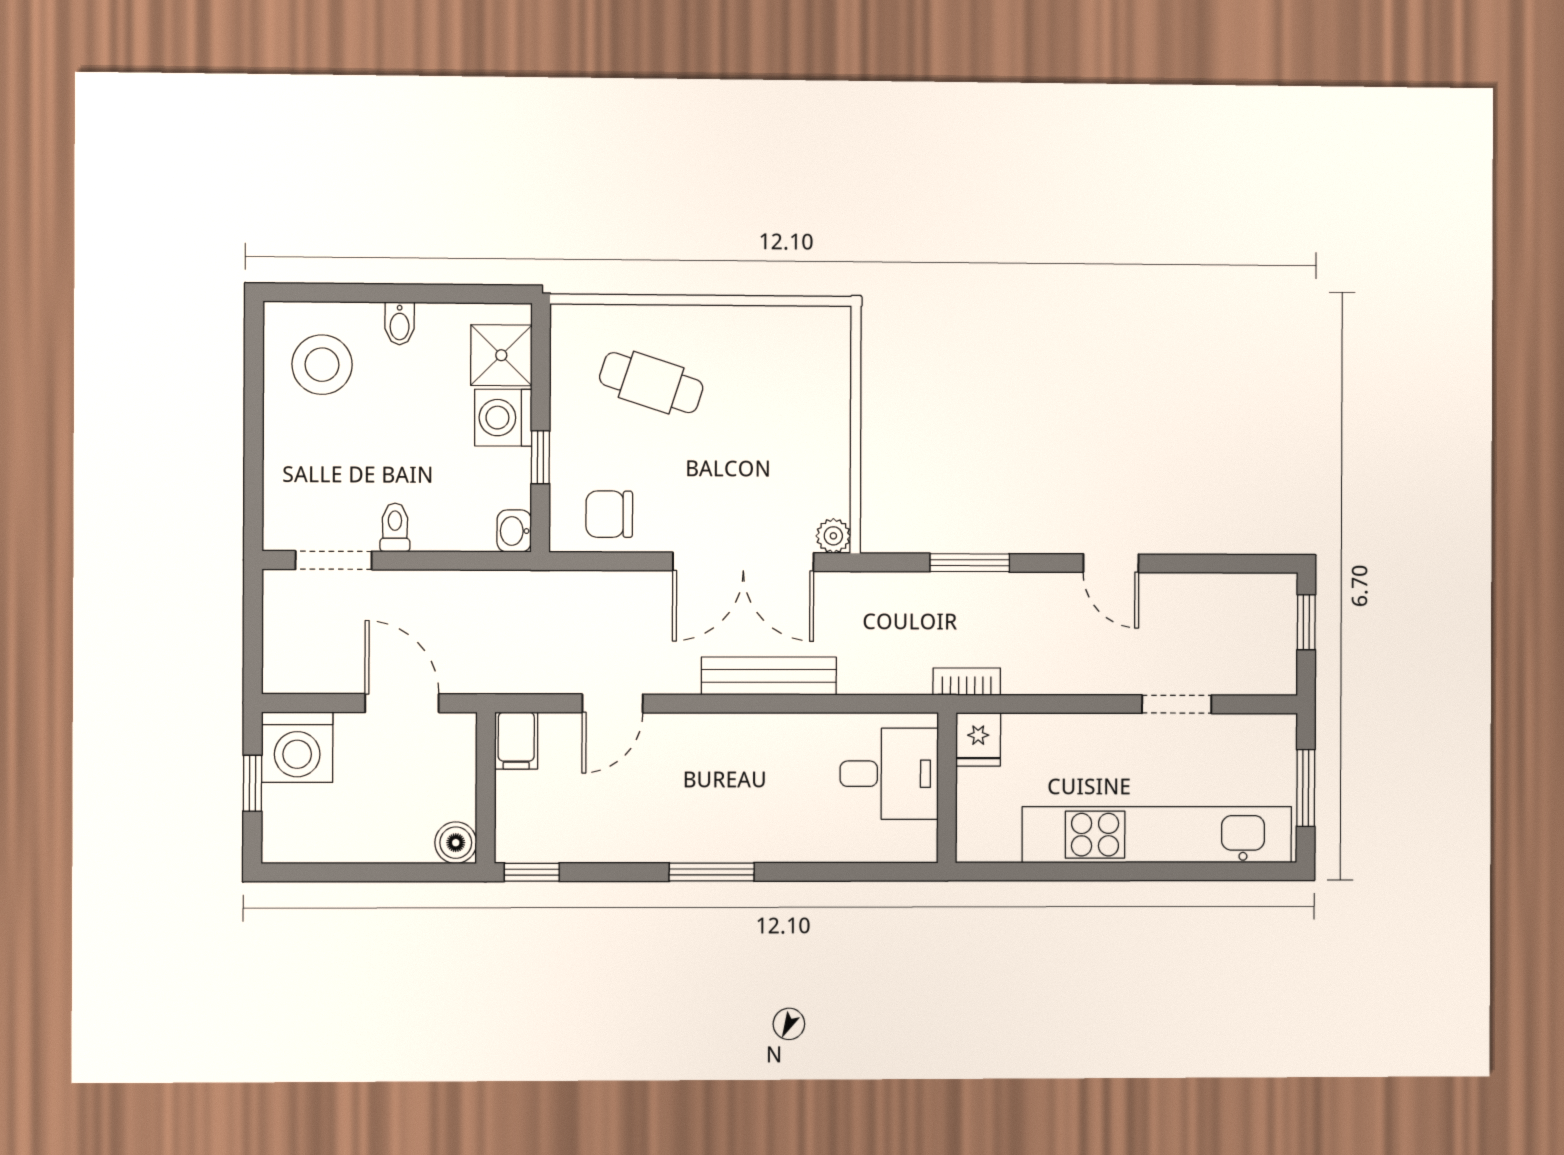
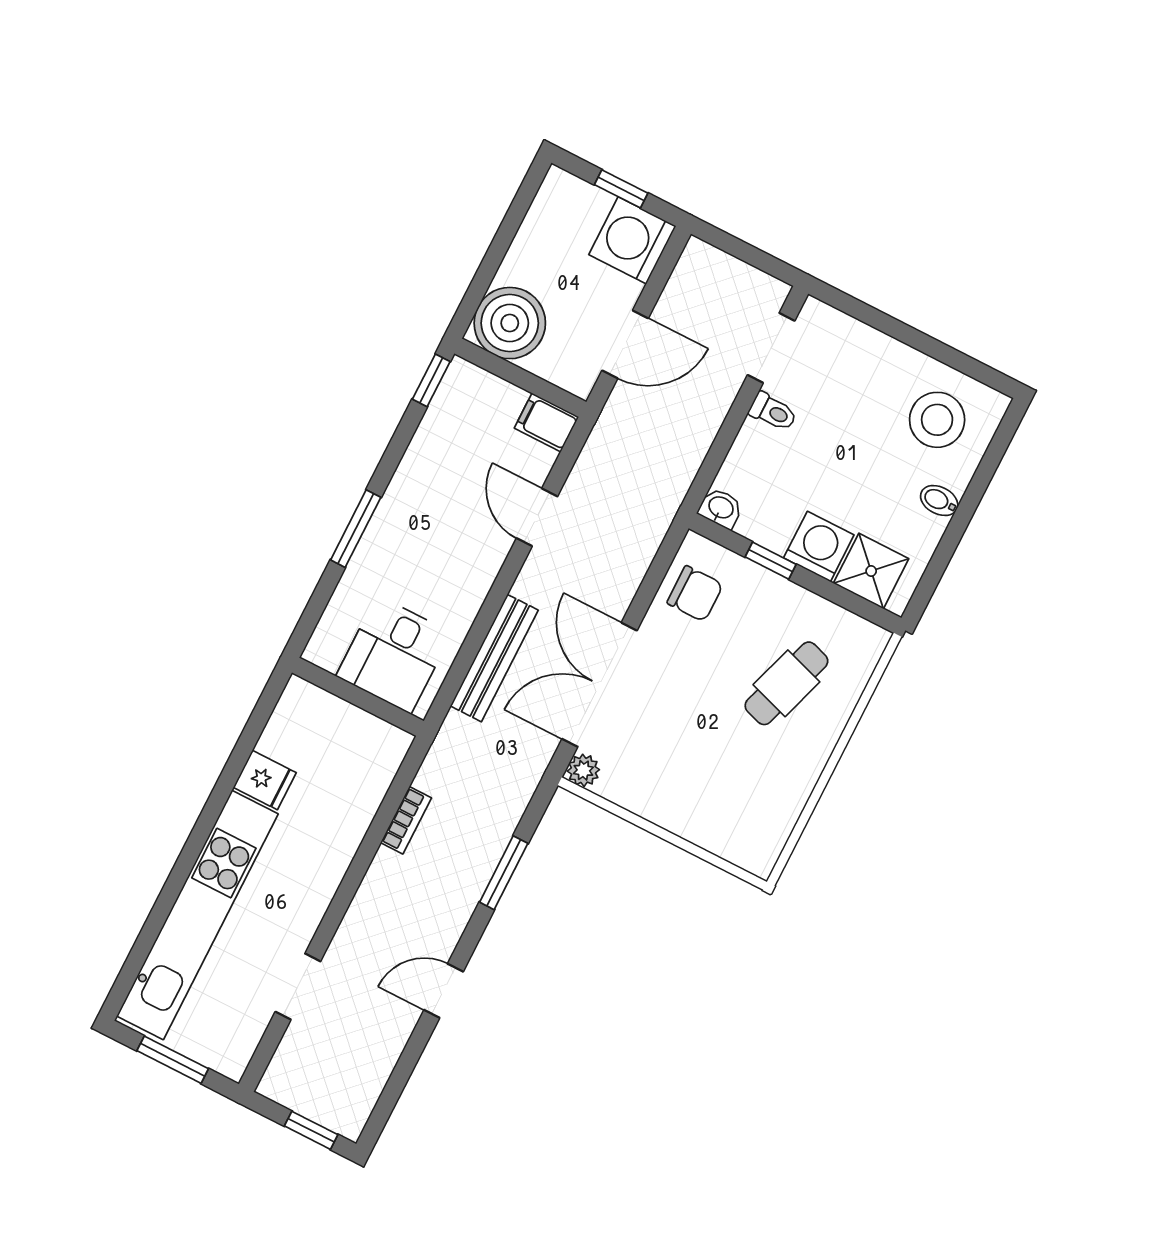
chair: (609, 514) -> (695, 594), turned 90
fridge: (978, 739) -> (265, 780), moved, turned 180
desk: (889, 774) -> (394, 655), moved
wall: (947, 788) -> (358, 697), moved
boiler: (456, 843) -> (510, 323), width x1.86, depth x1.86

